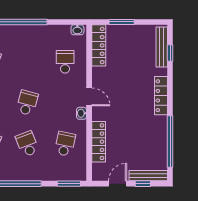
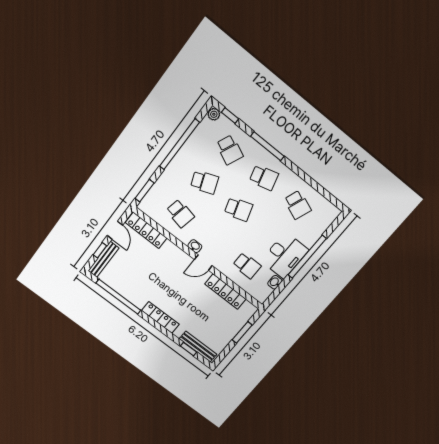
washbasin: (77, 30) -> (275, 282), moved
desk: (35, 40) -> (285, 256), added
locker: (99, 45) -> (225, 292), moved
school desk: (27, 103) -> (238, 209), turned -33
locker: (99, 142) -> (146, 230), moved

